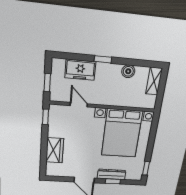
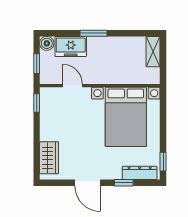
window: (103, 59) -> (94, 33), width x1.50
boiler: (128, 71) -> (47, 43), moved
wardrobe: (55, 150) -> (49, 158), moved
dresser: (112, 174) -> (140, 173), moved

